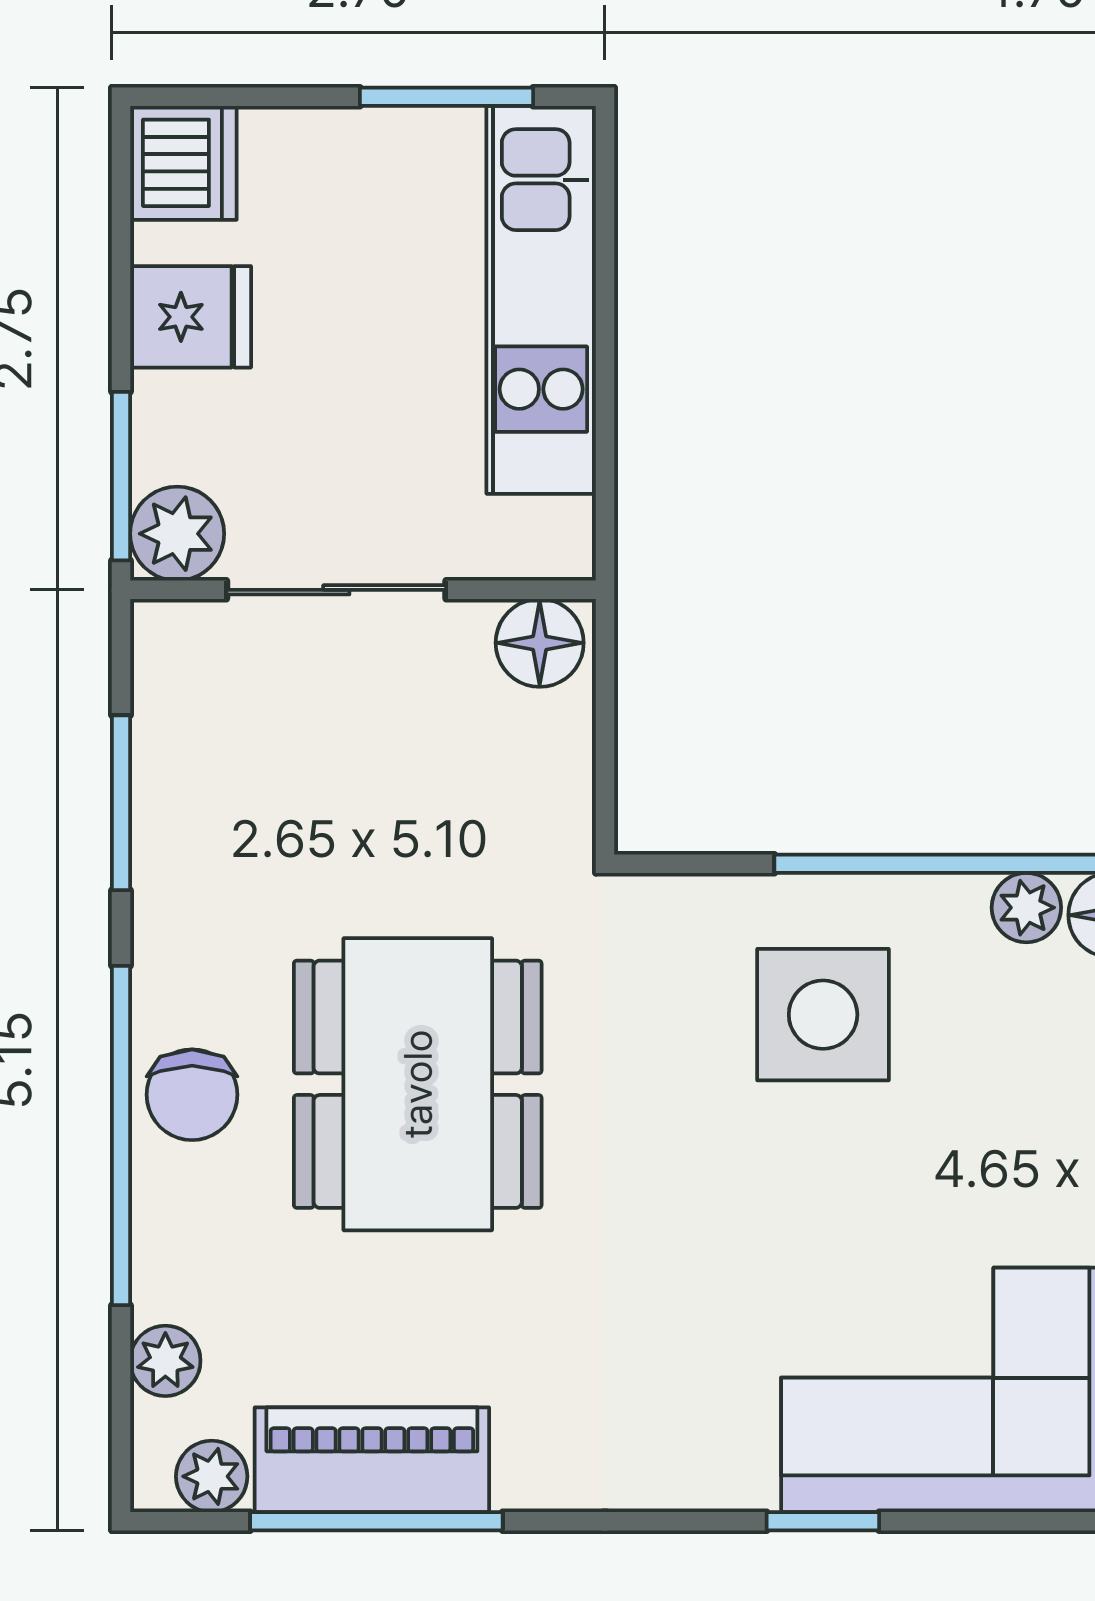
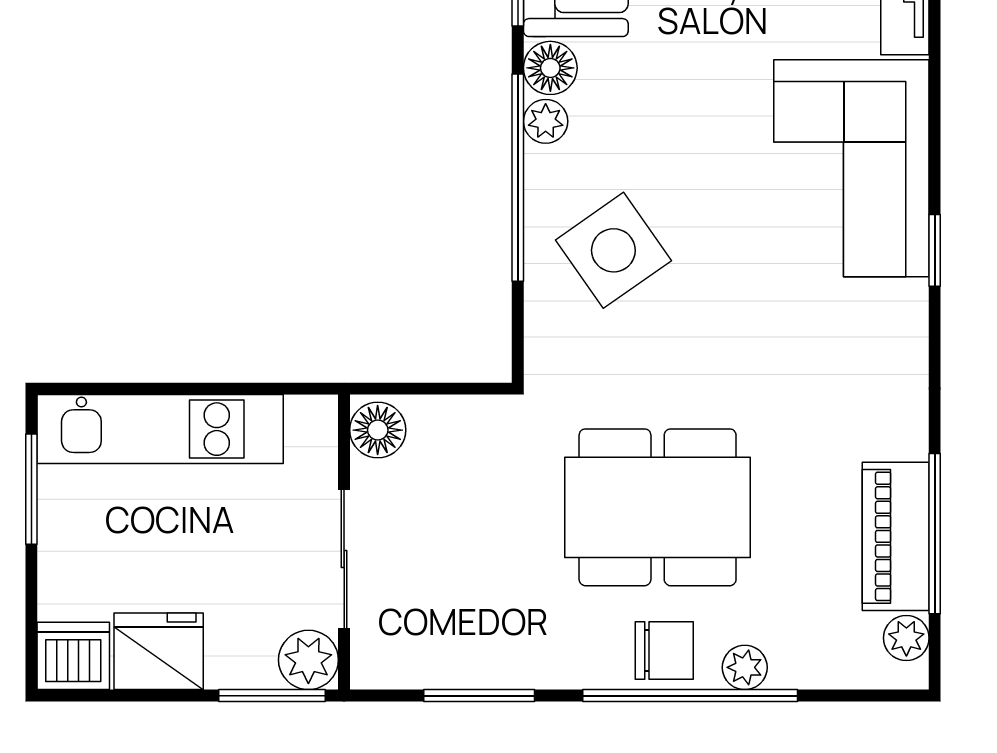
fridge: (191, 317) -> (159, 651), width x1.38
side table: (823, 1015) -> (613, 250), turned -35
plant: (165, 1361) -> (745, 667), moved

